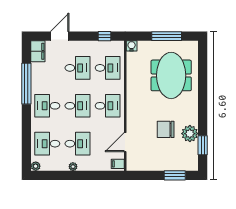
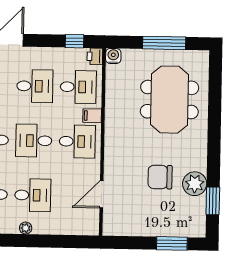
printer: (119, 47) -> (95, 56), added
desk: (77, 106) -> (34, 141), turned 180
filing cabinet: (118, 164) -> (92, 116), moved

